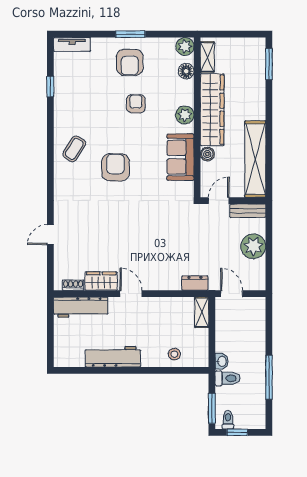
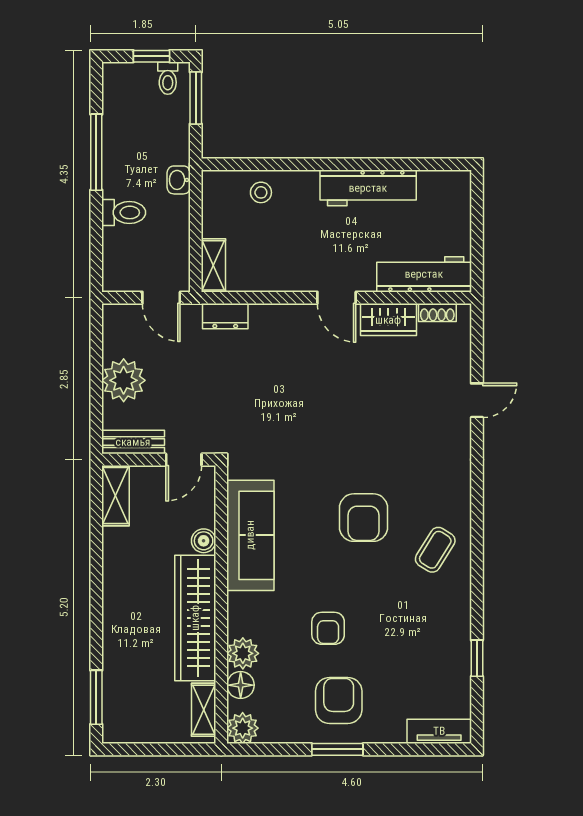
plant: (185, 115) -> (243, 653), moved
sofa: (180, 157) -> (250, 535), width x1.36
shelving: (255, 159) -> (116, 496), width x0.45, depth x0.75
toilet: (228, 378) -> (124, 212), moved, turned 180

